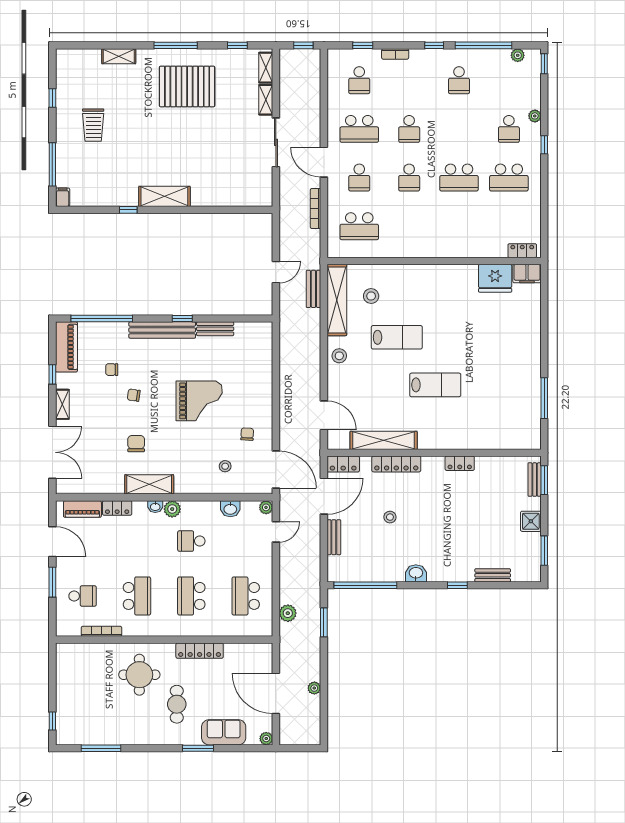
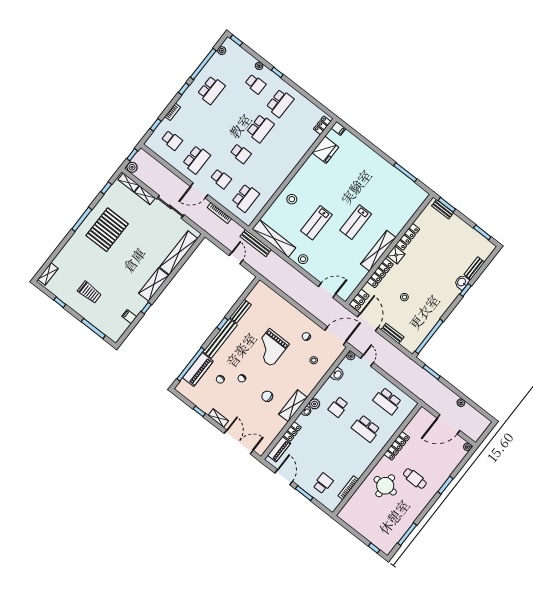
shelving: (119, 56) -> (48, 274), moved
school desk: (459, 80) -> (211, 90), width x1.85
school desk: (409, 129) -> (216, 134), removed
filing cabinet: (63, 197) -> (129, 317), moved
shelving: (228, 197) -> (179, 253), added
filing cabinet: (527, 274) -> (338, 128), width x0.50
bench: (313, 289) -> (256, 243), width x1.36
stool: (371, 296) -> (292, 199), moved
lab bench: (397, 337) -> (316, 223), turned 180
piano: (66, 347) -> (198, 370), moved, turned 90
lab bench: (435, 385) -> (356, 222), turned 180
grand piano: (199, 401) -> (271, 348), turned 180
shelving: (384, 440) -> (378, 251), moved
locker: (460, 463) -> (408, 237), width x1.53
shower: (531, 521) -> (396, 255), moved
door: (52, 542) -> (284, 477), hinge flipped
washbasin: (416, 573) -> (462, 282), moved
school desk: (137, 596) -> (344, 456), removed
plant: (288, 613) -> (132, 167), moved
sofa: (224, 732) -> (447, 466), removed

